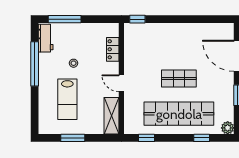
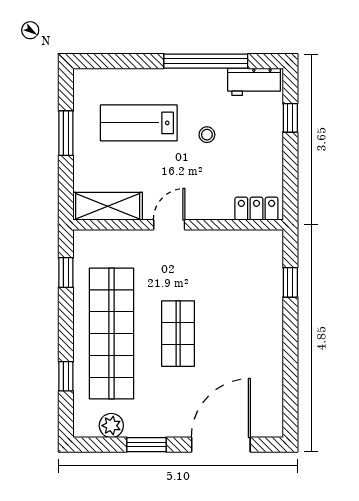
window: (65, 19) -> (290, 118), width x0.46
window: (137, 19) -> (290, 282), moved
locker: (113, 49) -> (256, 209), moved
plant: (228, 128) -> (111, 426), moved

